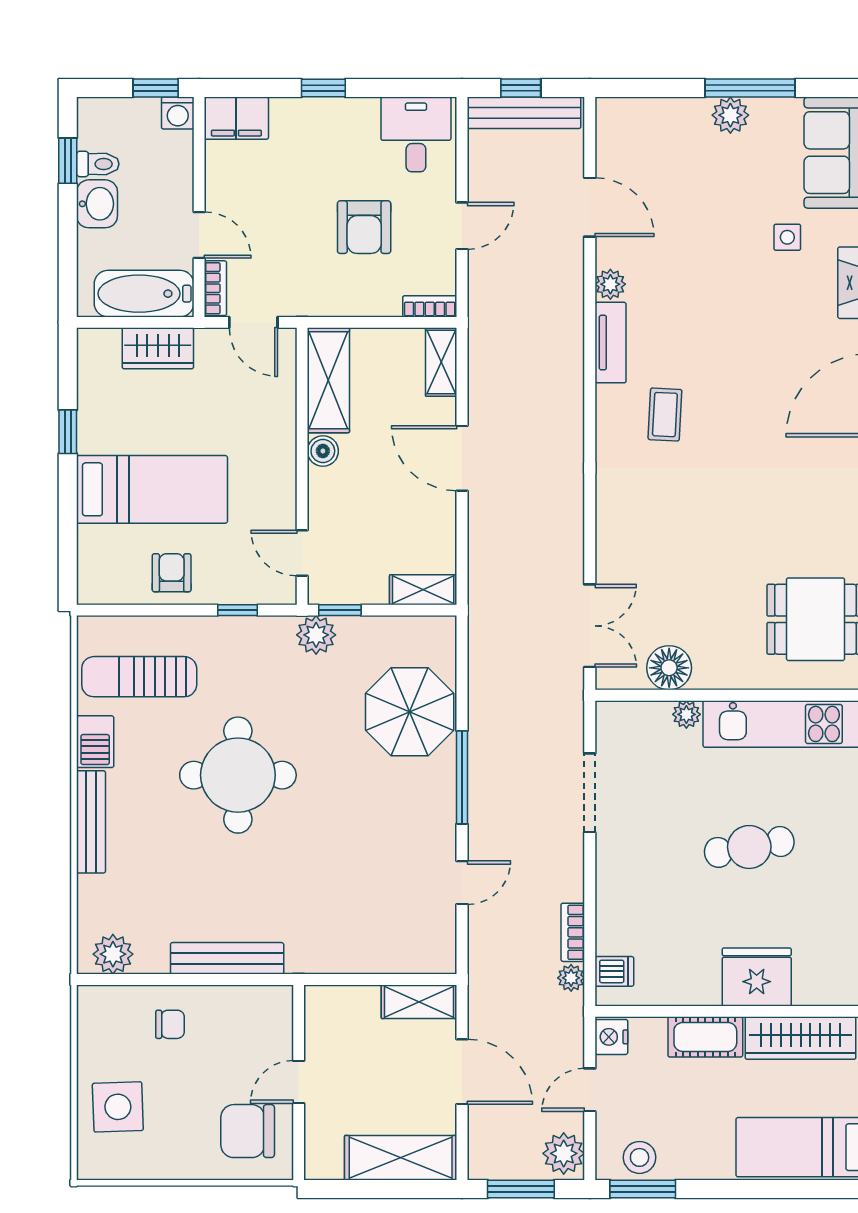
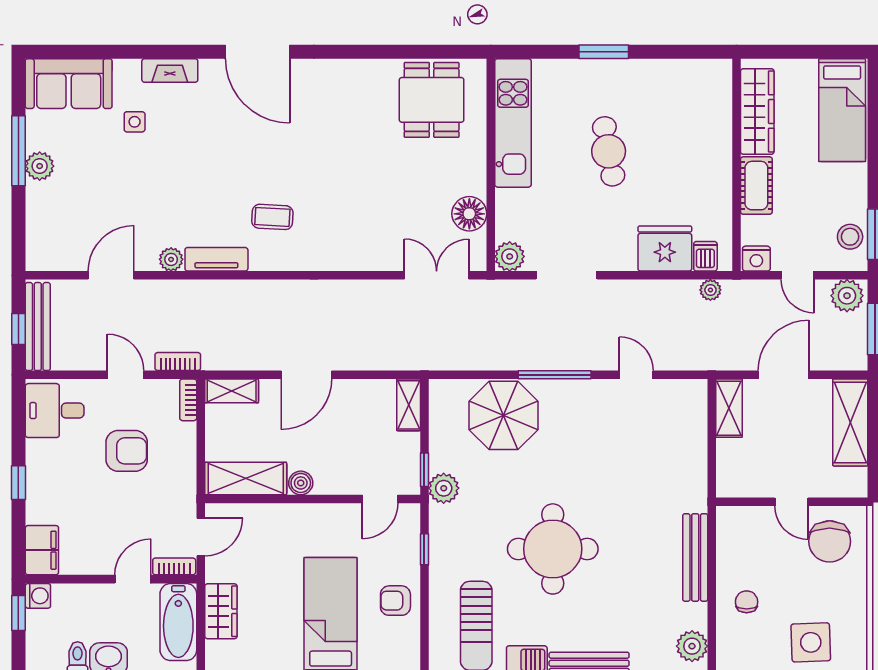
plant: (686, 714) -> (510, 256), moved, width x1.38, depth x1.38
bookcase: (573, 932) -> (178, 362), moved, turned 180
fridge: (757, 977) -> (665, 249), moved, turned 90

